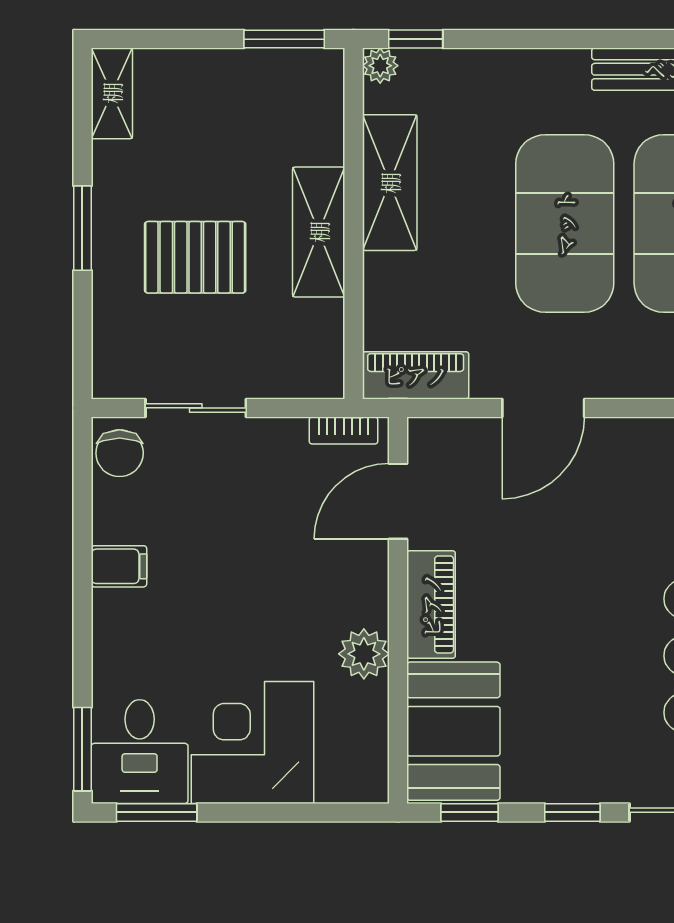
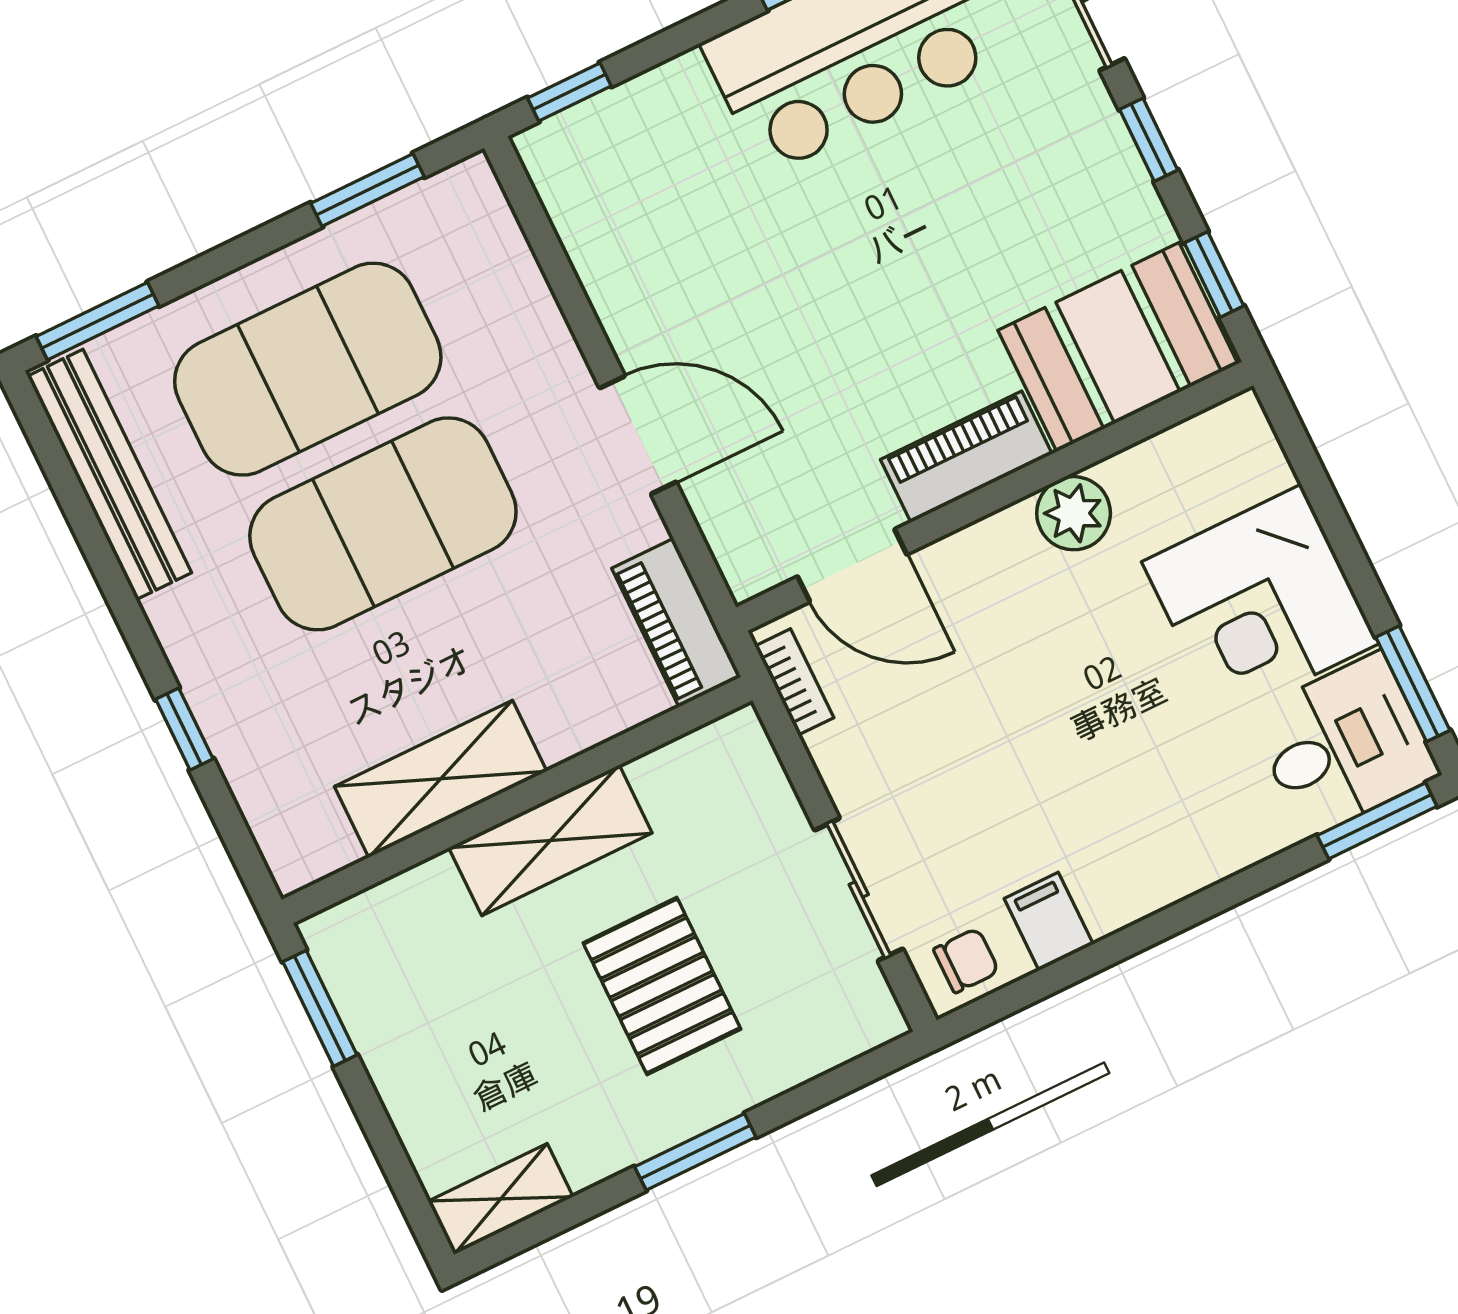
window: (416, 39) -> (184, 729), moved
plant: (380, 66) -> (294, 866), removed
chair: (120, 453) -> (966, 960), width x0.73, depth x0.73
filing cabinet: (119, 566) -> (1049, 921), moved

